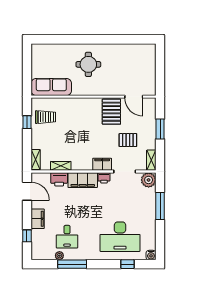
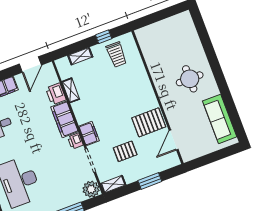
sofa: (51, 87) -> (220, 119), moved, turned 180
pallet: (128, 140) -> (125, 151), turned 90
shelving: (36, 160) -> (80, 56), moved

